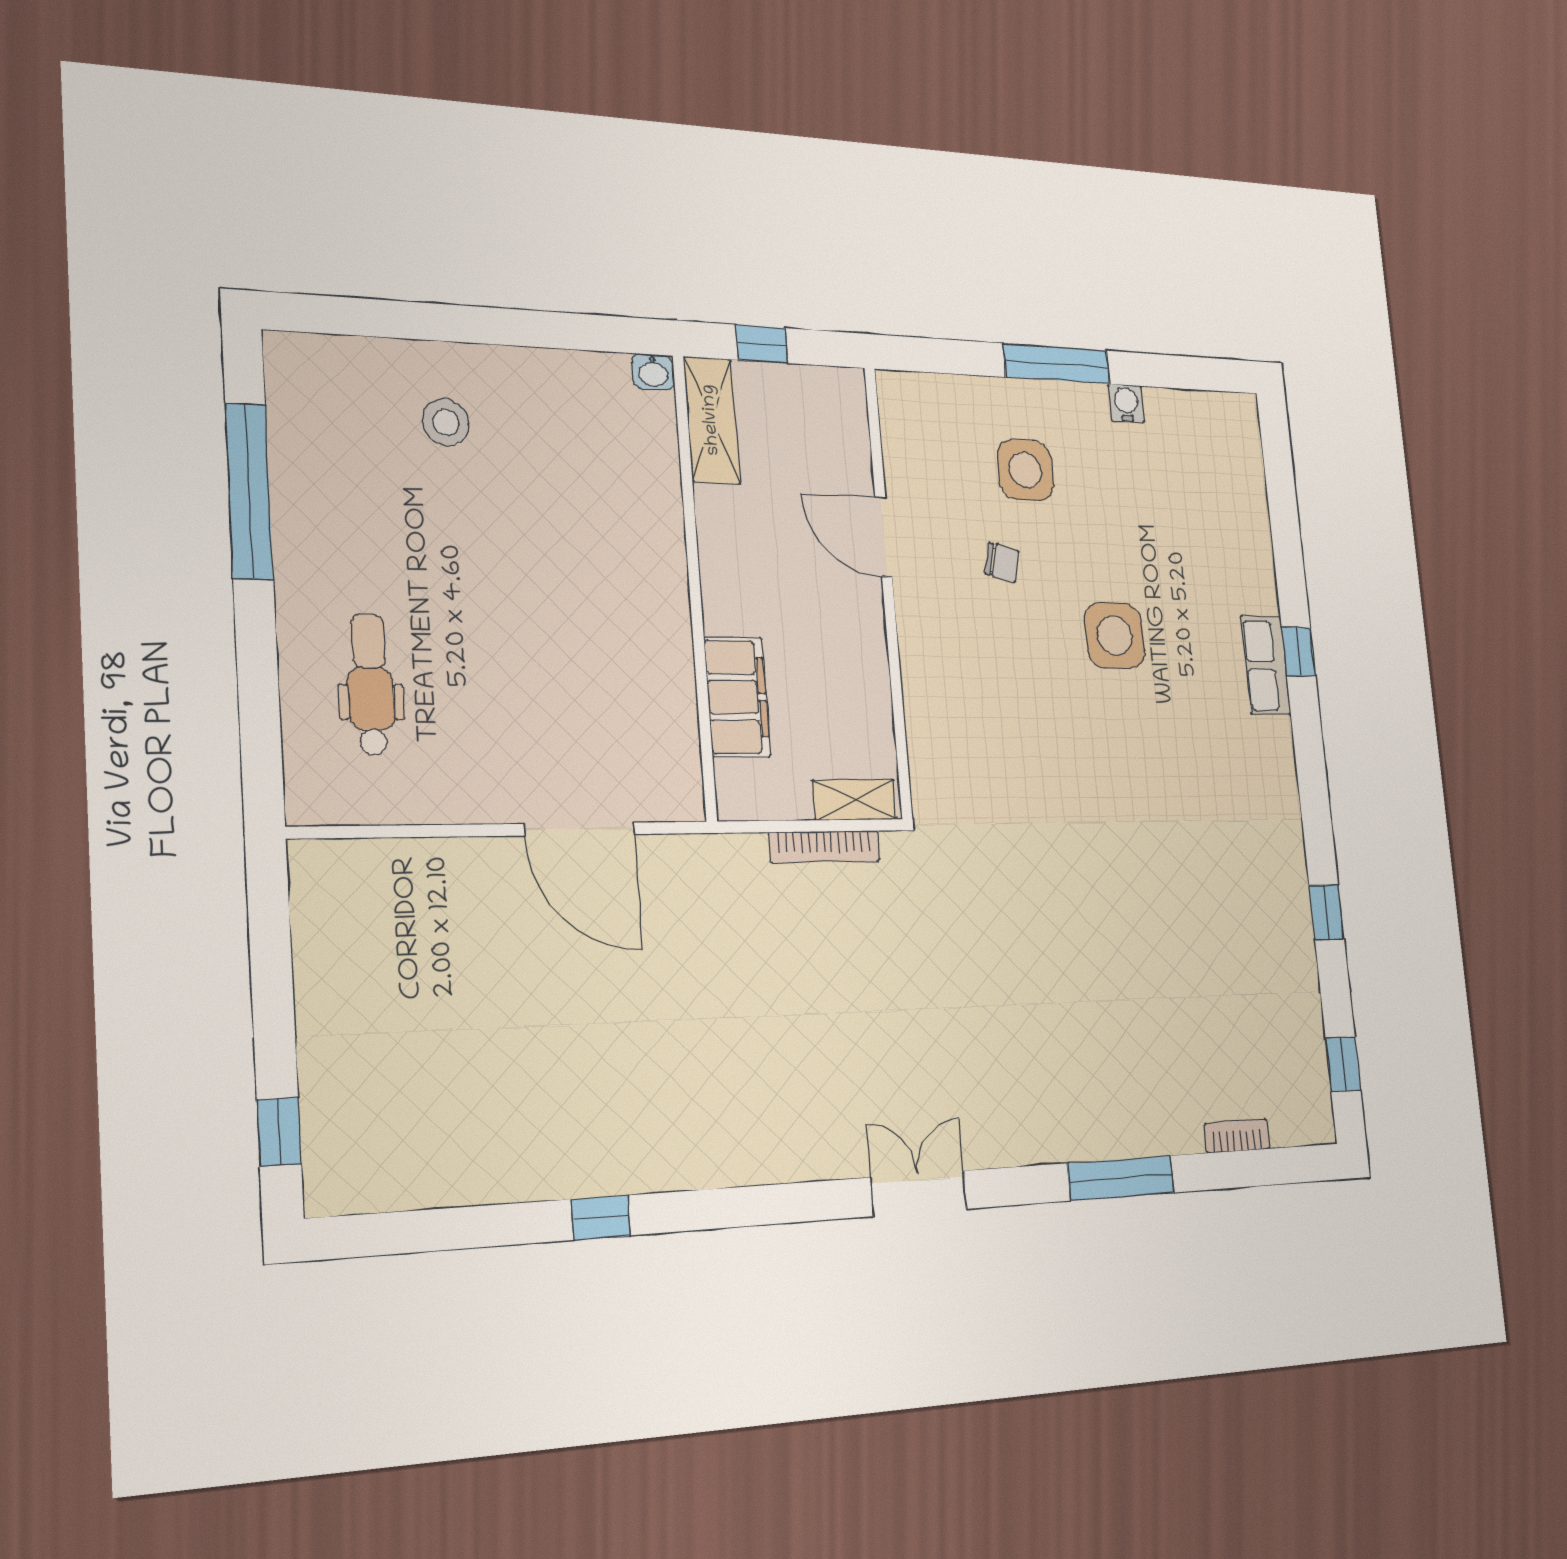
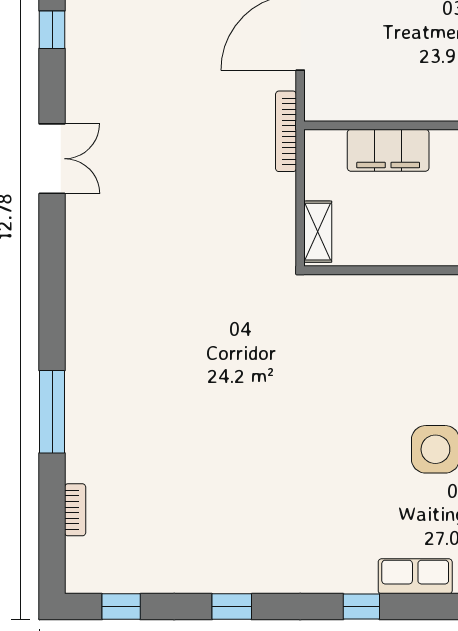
window: (1299, 652) -> (361, 607), moved
bookcase: (824, 847) -> (286, 131), moved
double door: (919, 1193) -> (52, 159), moved

